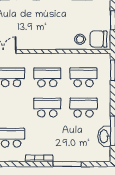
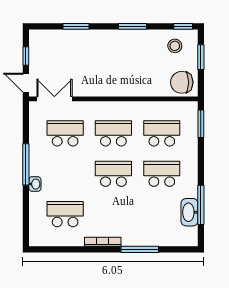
stool: (80, 39) -> (175, 46), moved

